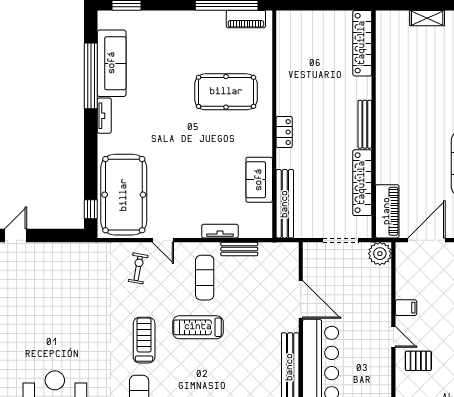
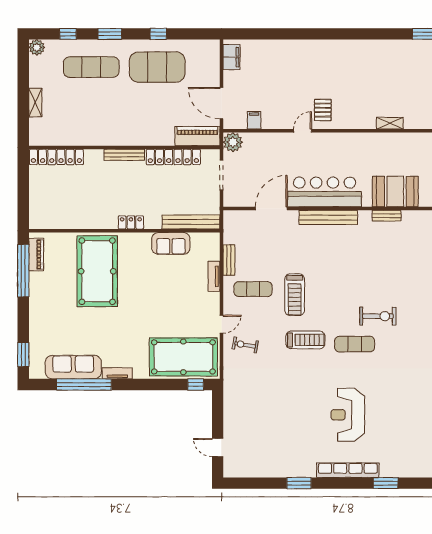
pool table: (226, 92) -> (97, 271), width x1.36, depth x1.32
filing cabinet: (406, 308) -> (254, 120), moved
treadmill: (144, 340) -> (305, 340), turned 180

